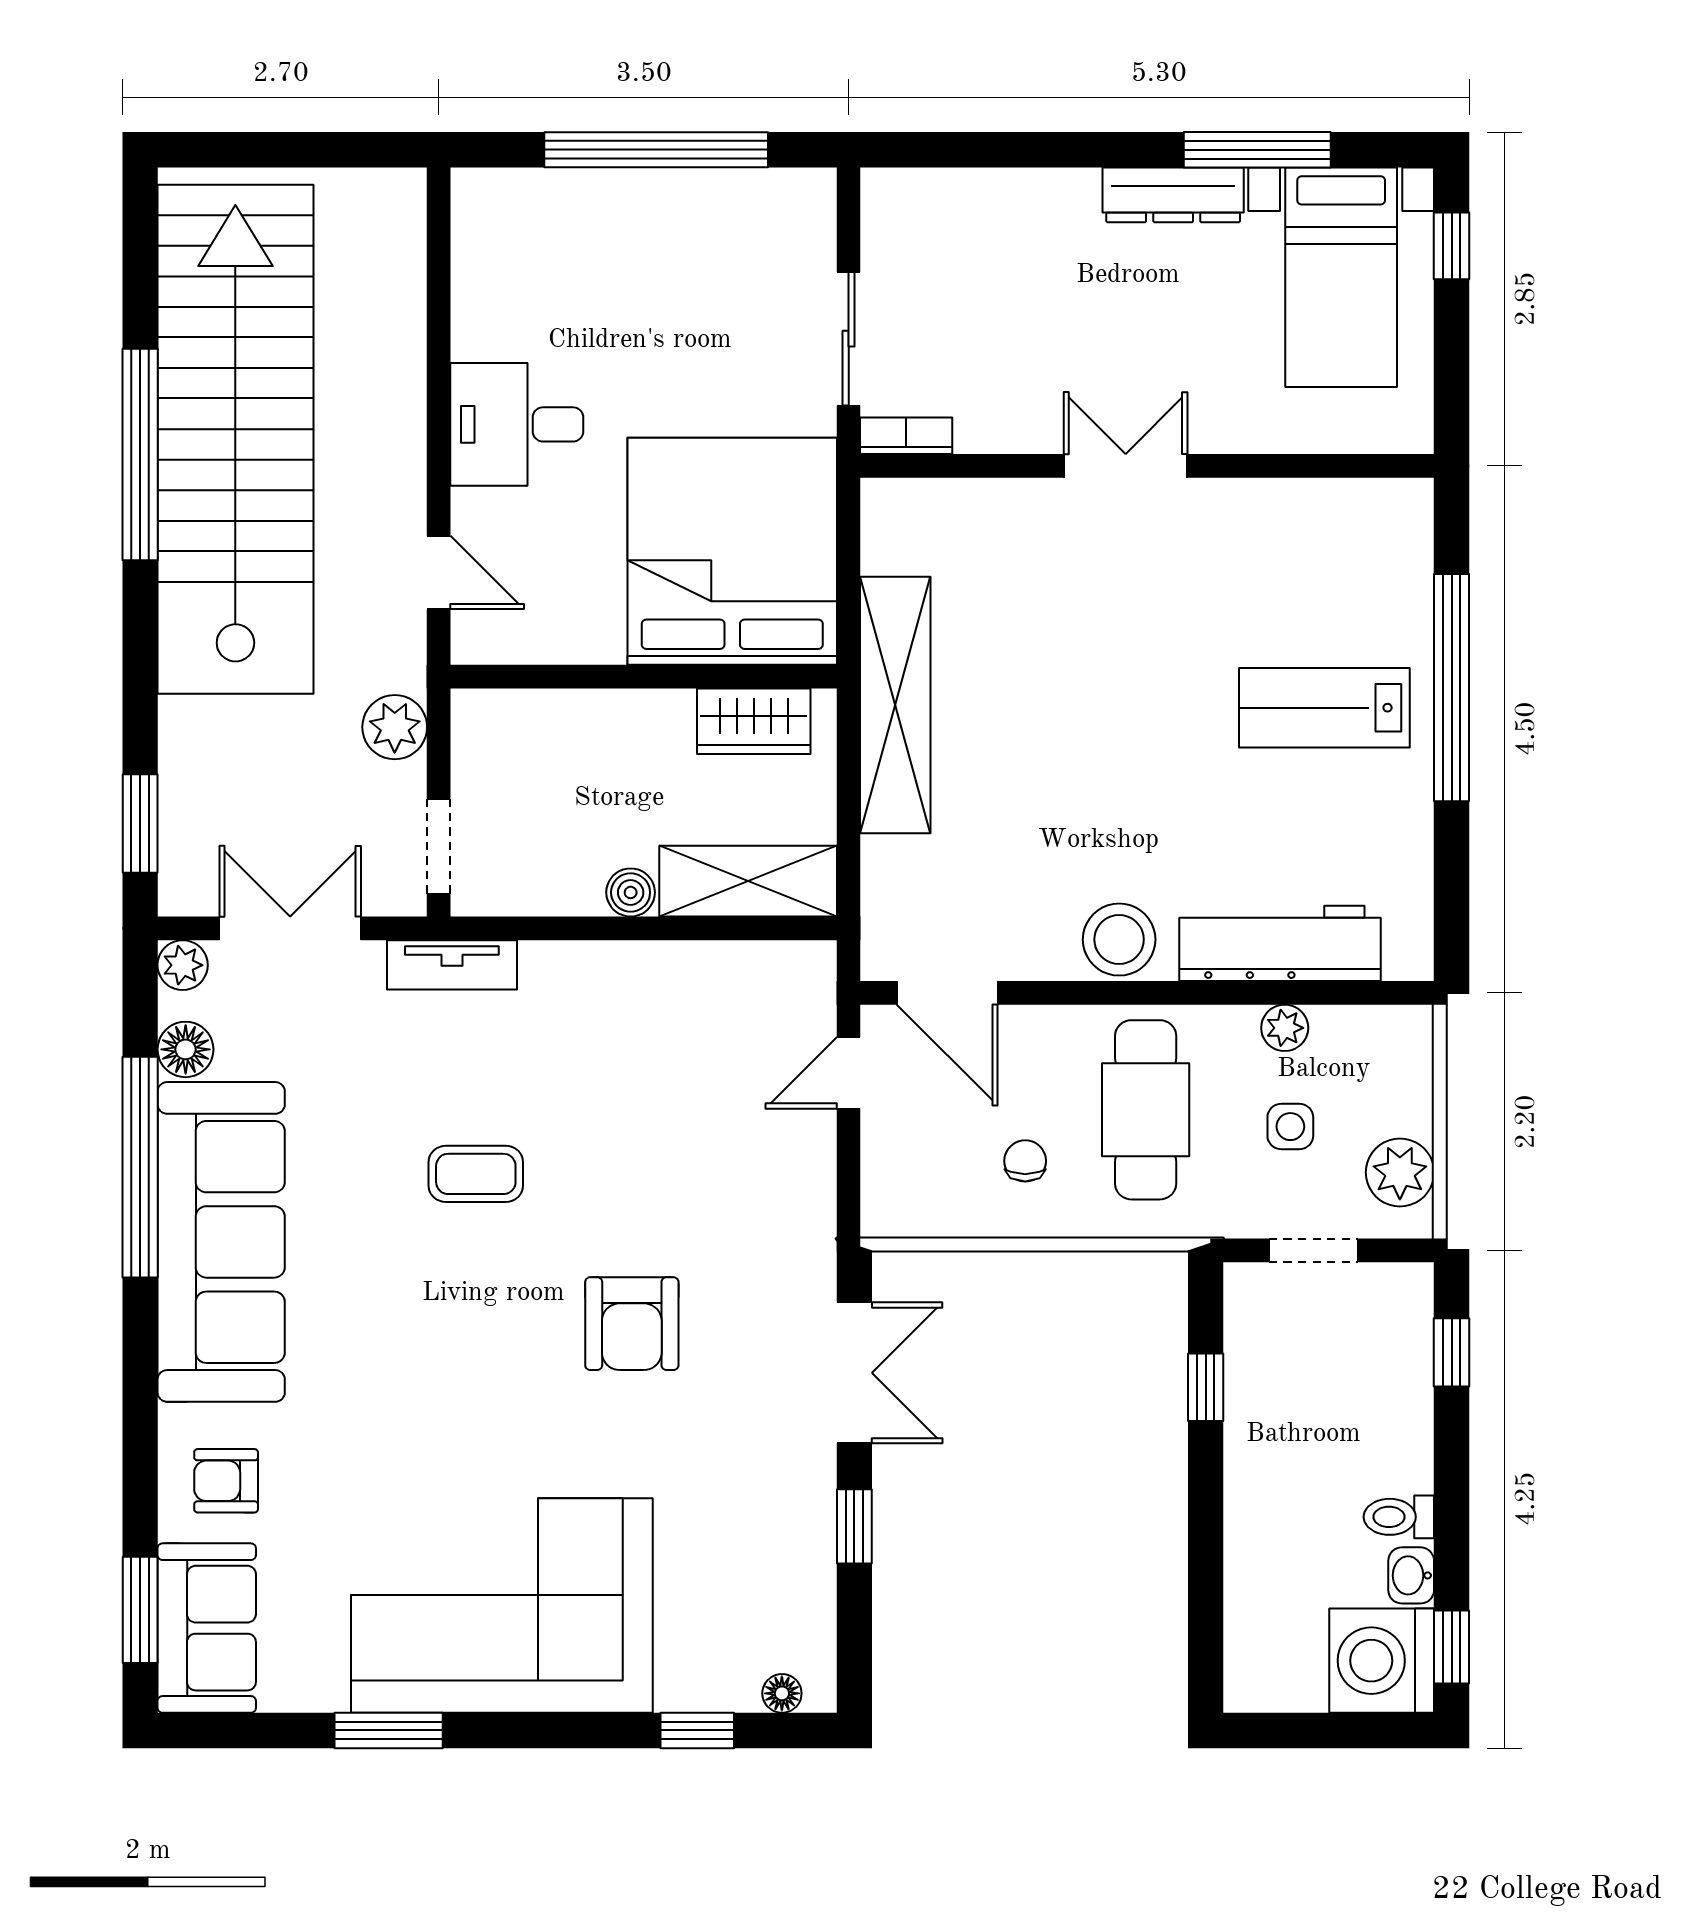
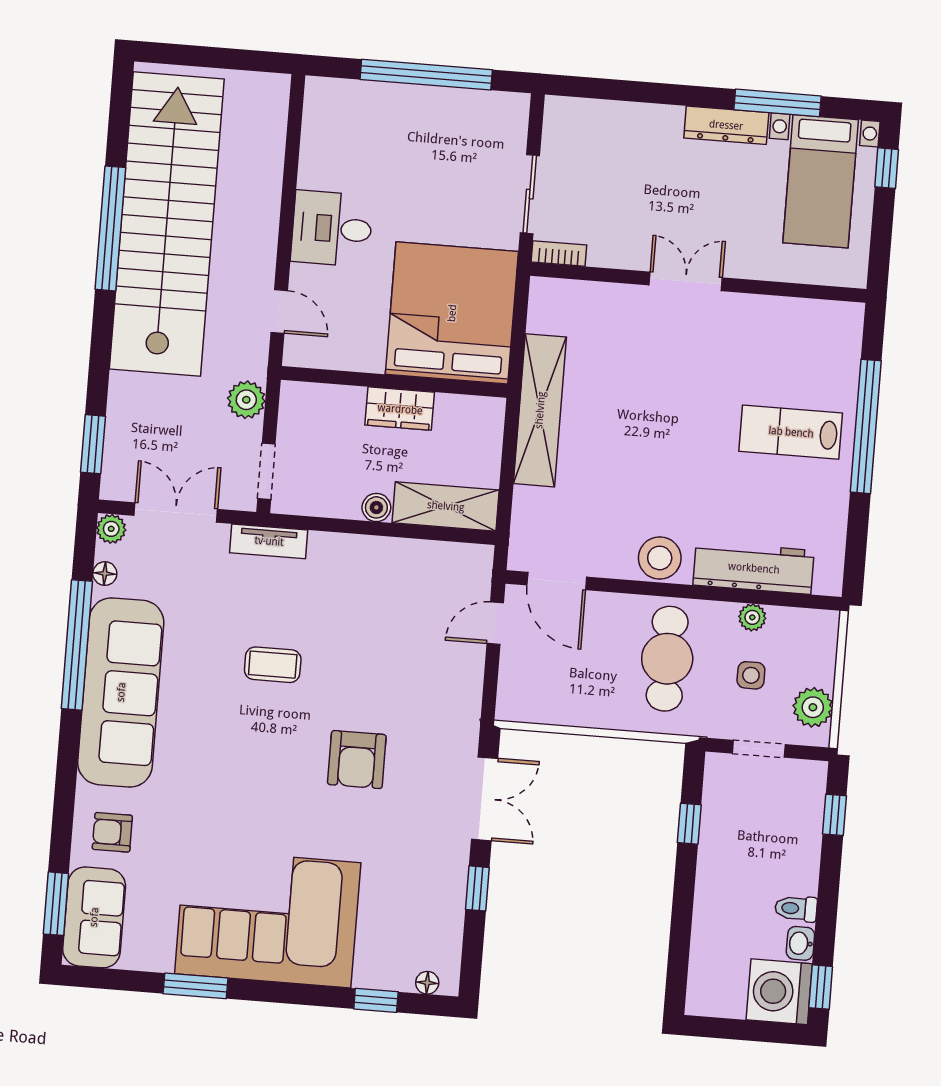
wardrobe: (754, 721) -> (400, 409), moved
floor lamp: (186, 1049) -> (105, 574), width x0.73, depth x0.73
chair: (1025, 1161) -> (594, 683), removed

